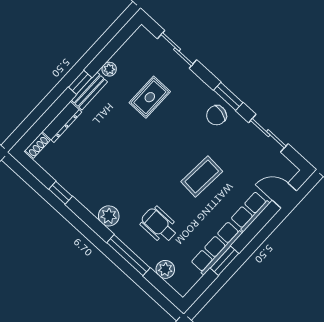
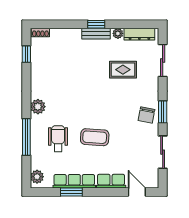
chair: (217, 115) -> (146, 115), turned -93
dresser: (62, 122) -> (139, 34), moved
coffee table: (202, 176) -> (95, 137), moved
window: (61, 193) -> (26, 54), moved
plant: (165, 269) -> (37, 177), moved

